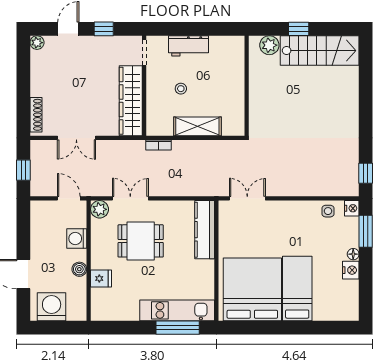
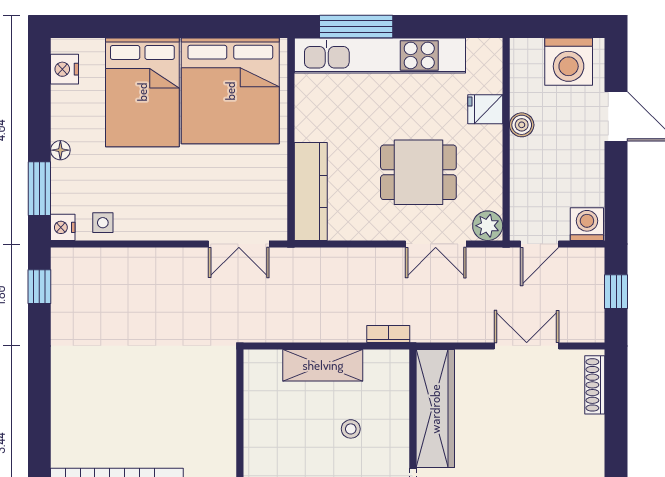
door: (69, 198) -> (540, 244), hinge flipped
washing machine: (77, 239) -> (587, 224), moved, turned -90
nightstand: (351, 270) -> (64, 69), moved
bed: (297, 288) -> (142, 92), width x1.50
kitchen unit: (177, 310) -> (380, 55), width x1.36

